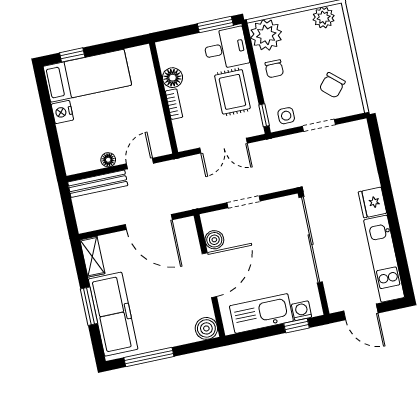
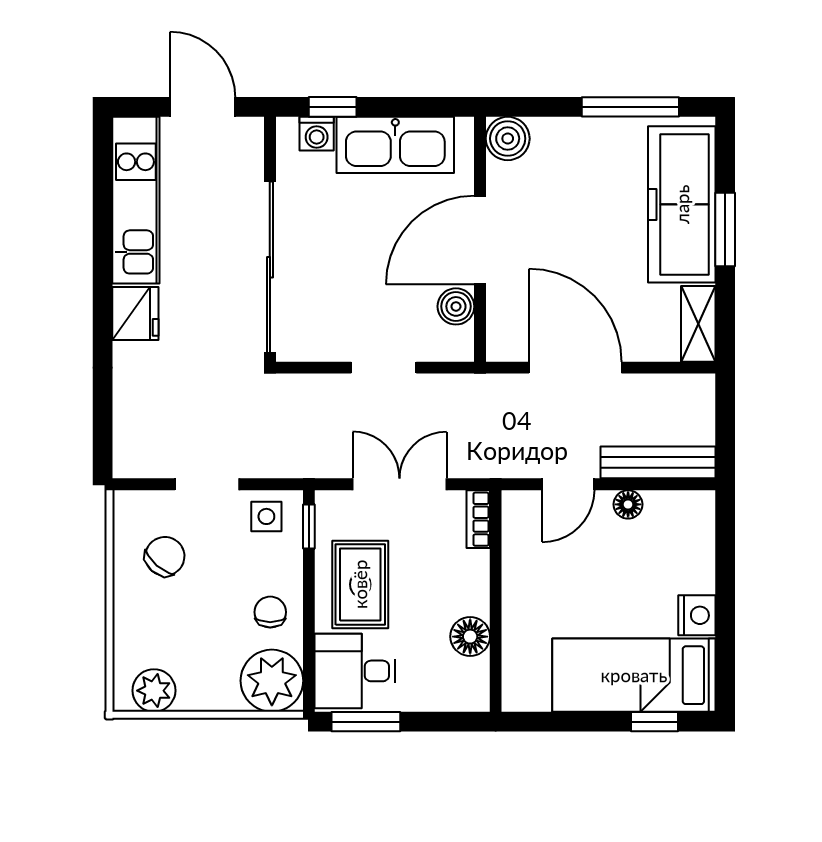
bookcase: (174, 104) -> (478, 519), moved

